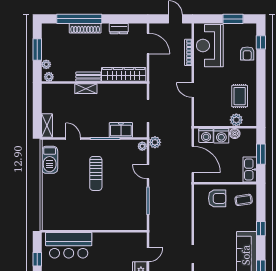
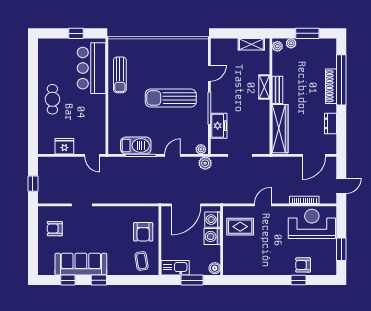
window: (261, 42) -> (299, 280), moved
rug: (240, 96) -> (240, 227), moved
plant: (236, 120) -> (230, 253), removed
shelving: (47, 126) -> (251, 44), moved
boiler: (235, 134) -> (215, 268), moved
barbecue: (50, 160) -> (136, 146), moved, turned 180
sun lounger: (96, 173) -> (171, 98), width x1.36, depth x1.34
sun lounger: (75, 220) -> (120, 75), added
window: (261, 229) -> (99, 280), moved
door: (148, 255) -> (92, 155), moved

